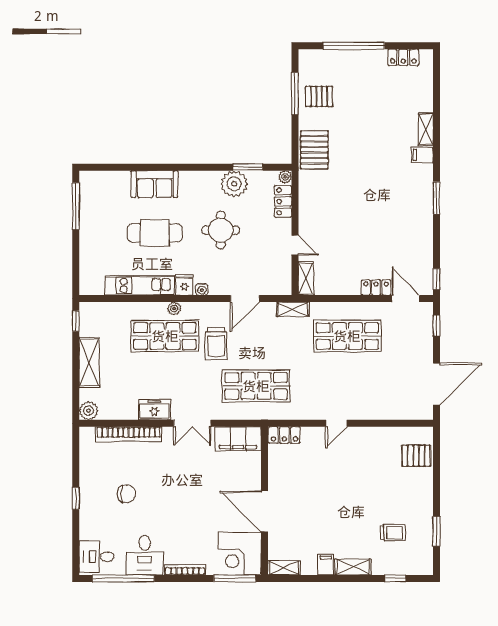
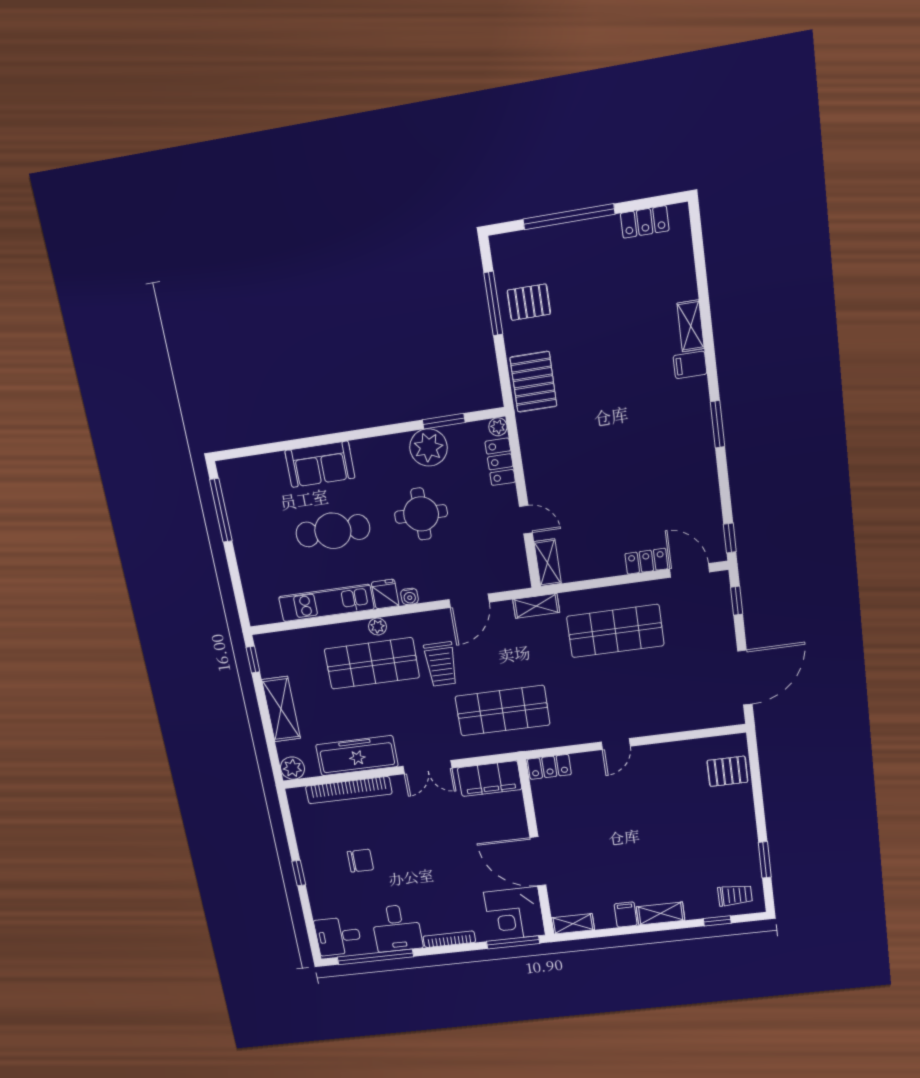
freezer: (154, 410) -> (357, 756), width x1.91, depth x1.26
trolley: (393, 533) -> (735, 895), moved

